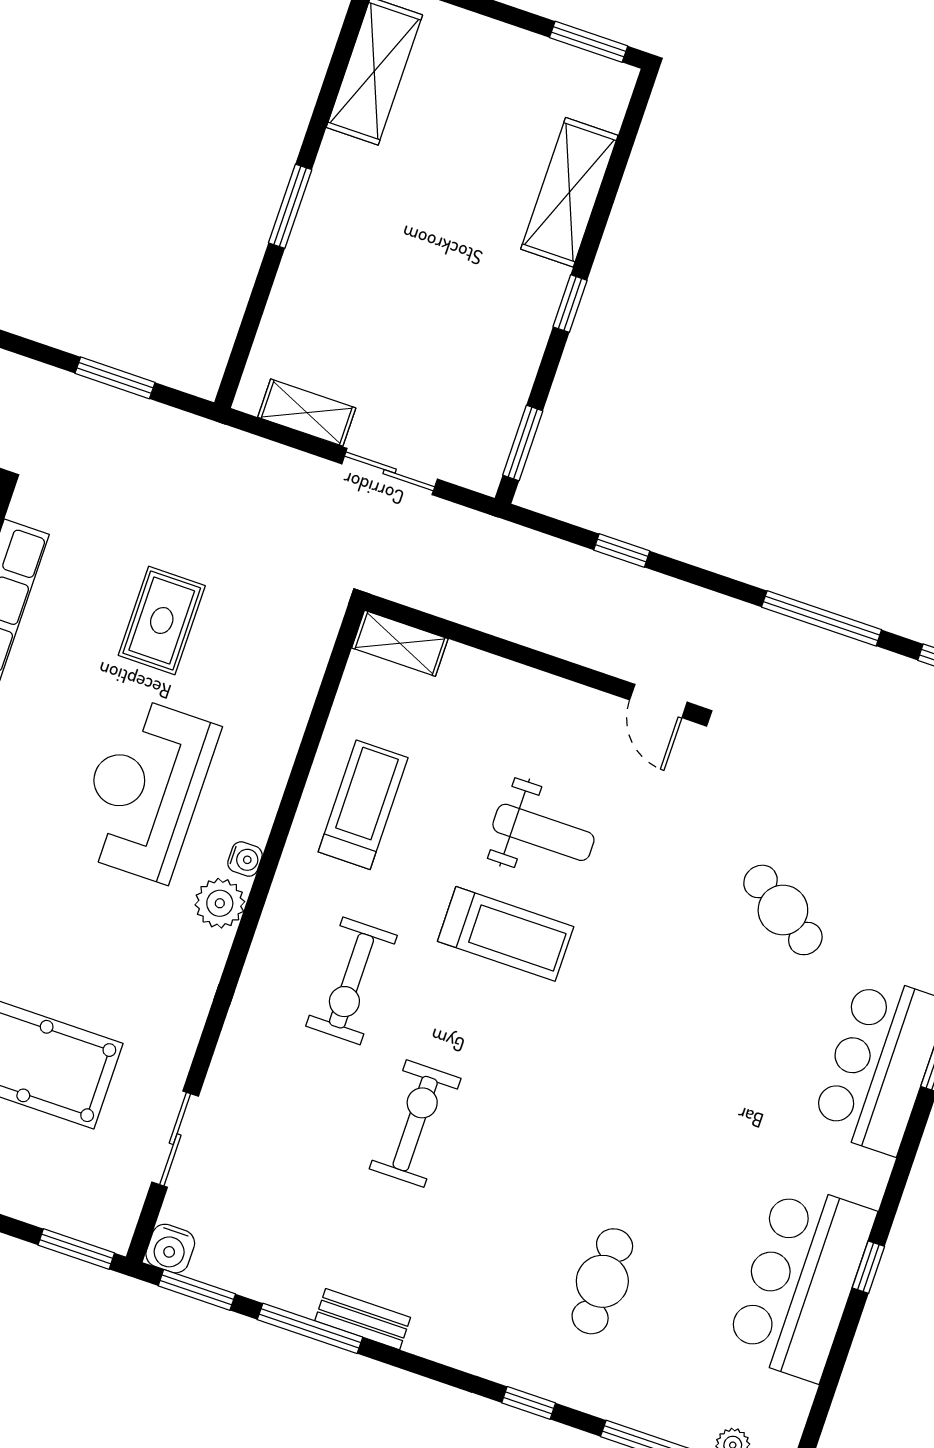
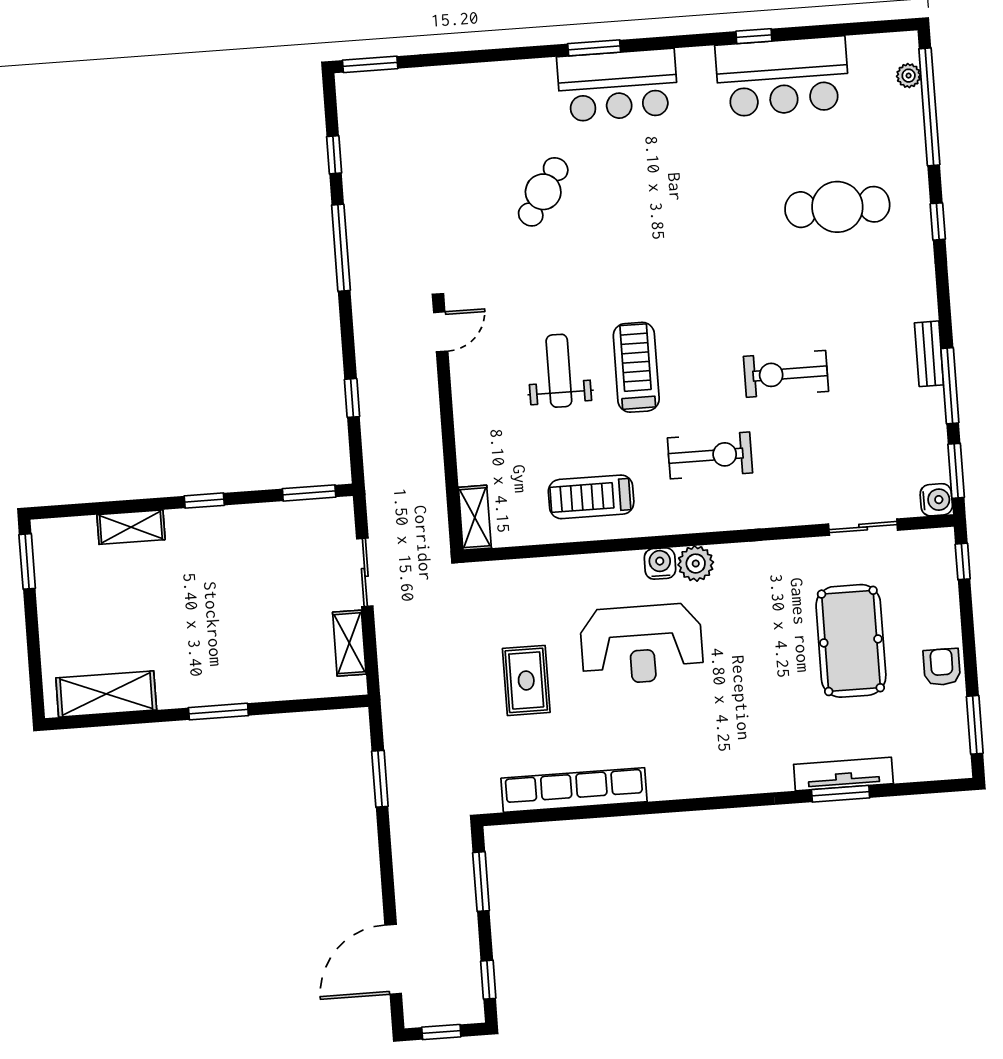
shelving: (569, 192) -> (131, 527), width x0.67, depth x0.75
rug: (162, 620) -> (526, 680), turned 90
water cooler: (245, 859) -> (660, 564), width x1.38, depth x1.38
window: (76, 1249) -> (963, 561), width x0.67
cafe table: (602, 1281) -> (837, 207), width x1.37, depth x1.35

